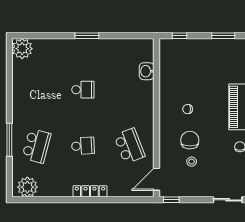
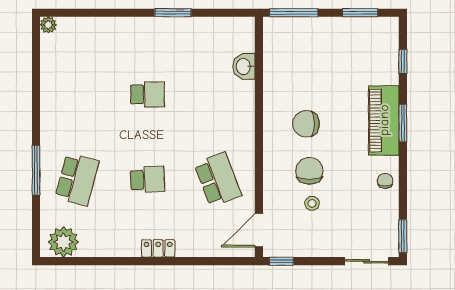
window: (87, 36) -> (173, 13), moved
window: (179, 36) -> (294, 13), width x2.17
plant: (22, 49) -> (48, 25), width x0.53, depth x0.53
chair: (188, 109) -> (306, 124), width x1.87, depth x1.87
locker: (90, 191) -> (158, 248), width x0.66

